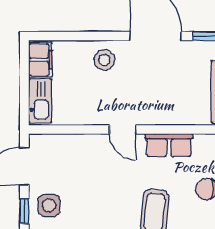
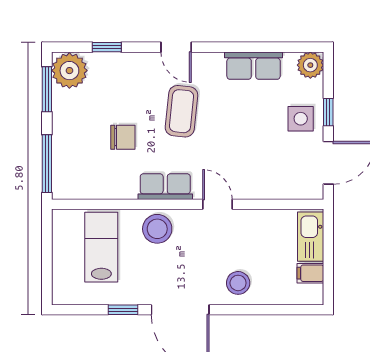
filing cabinet: (40, 60) -> (310, 273), width x0.50
stool: (176, 108) -> (157, 229), added

